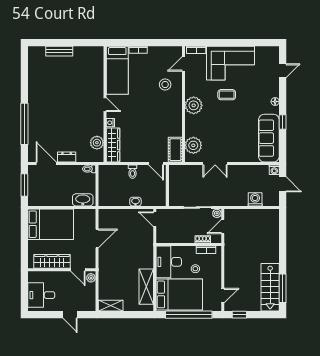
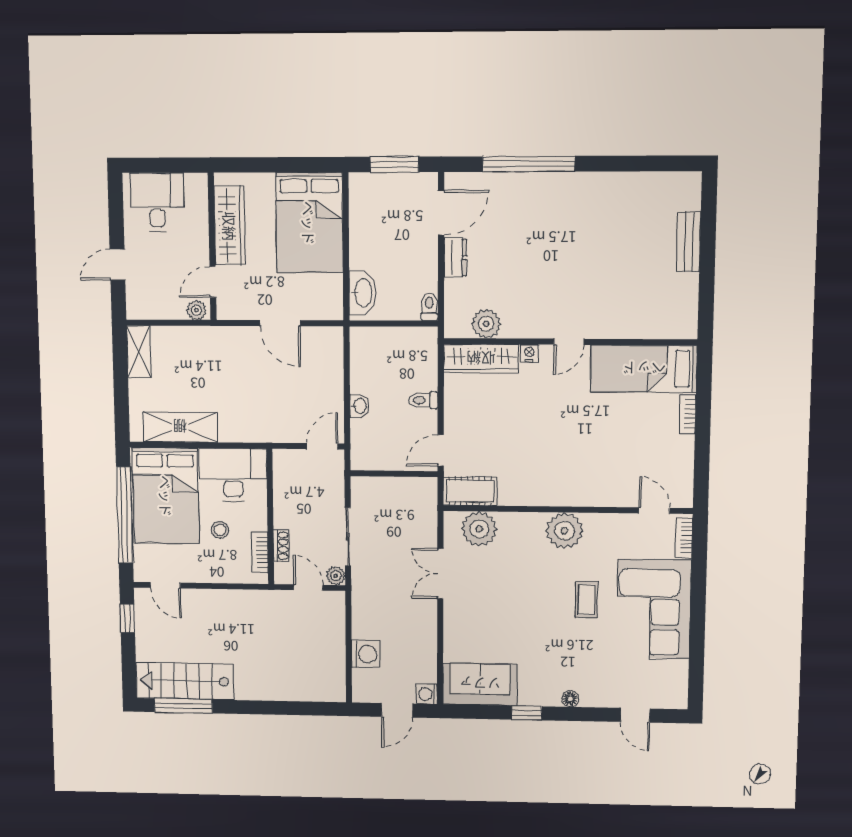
stool: (165, 85) -> (610, 471), removed
sofa: (269, 138) -> (480, 684), width x0.73

